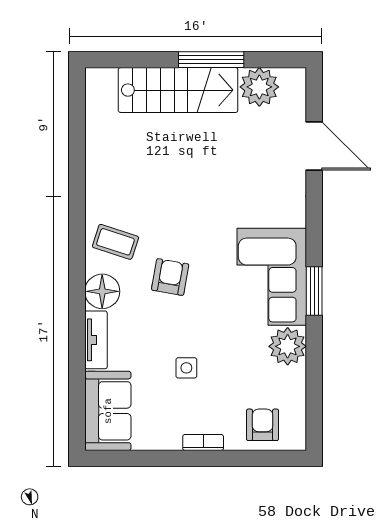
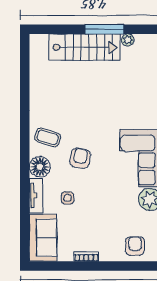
plant: (259, 87) -> (128, 40), width x0.53, depth x0.53
side table: (186, 368) -> (68, 198), moved
bookcase: (203, 442) -> (86, 257), moved

